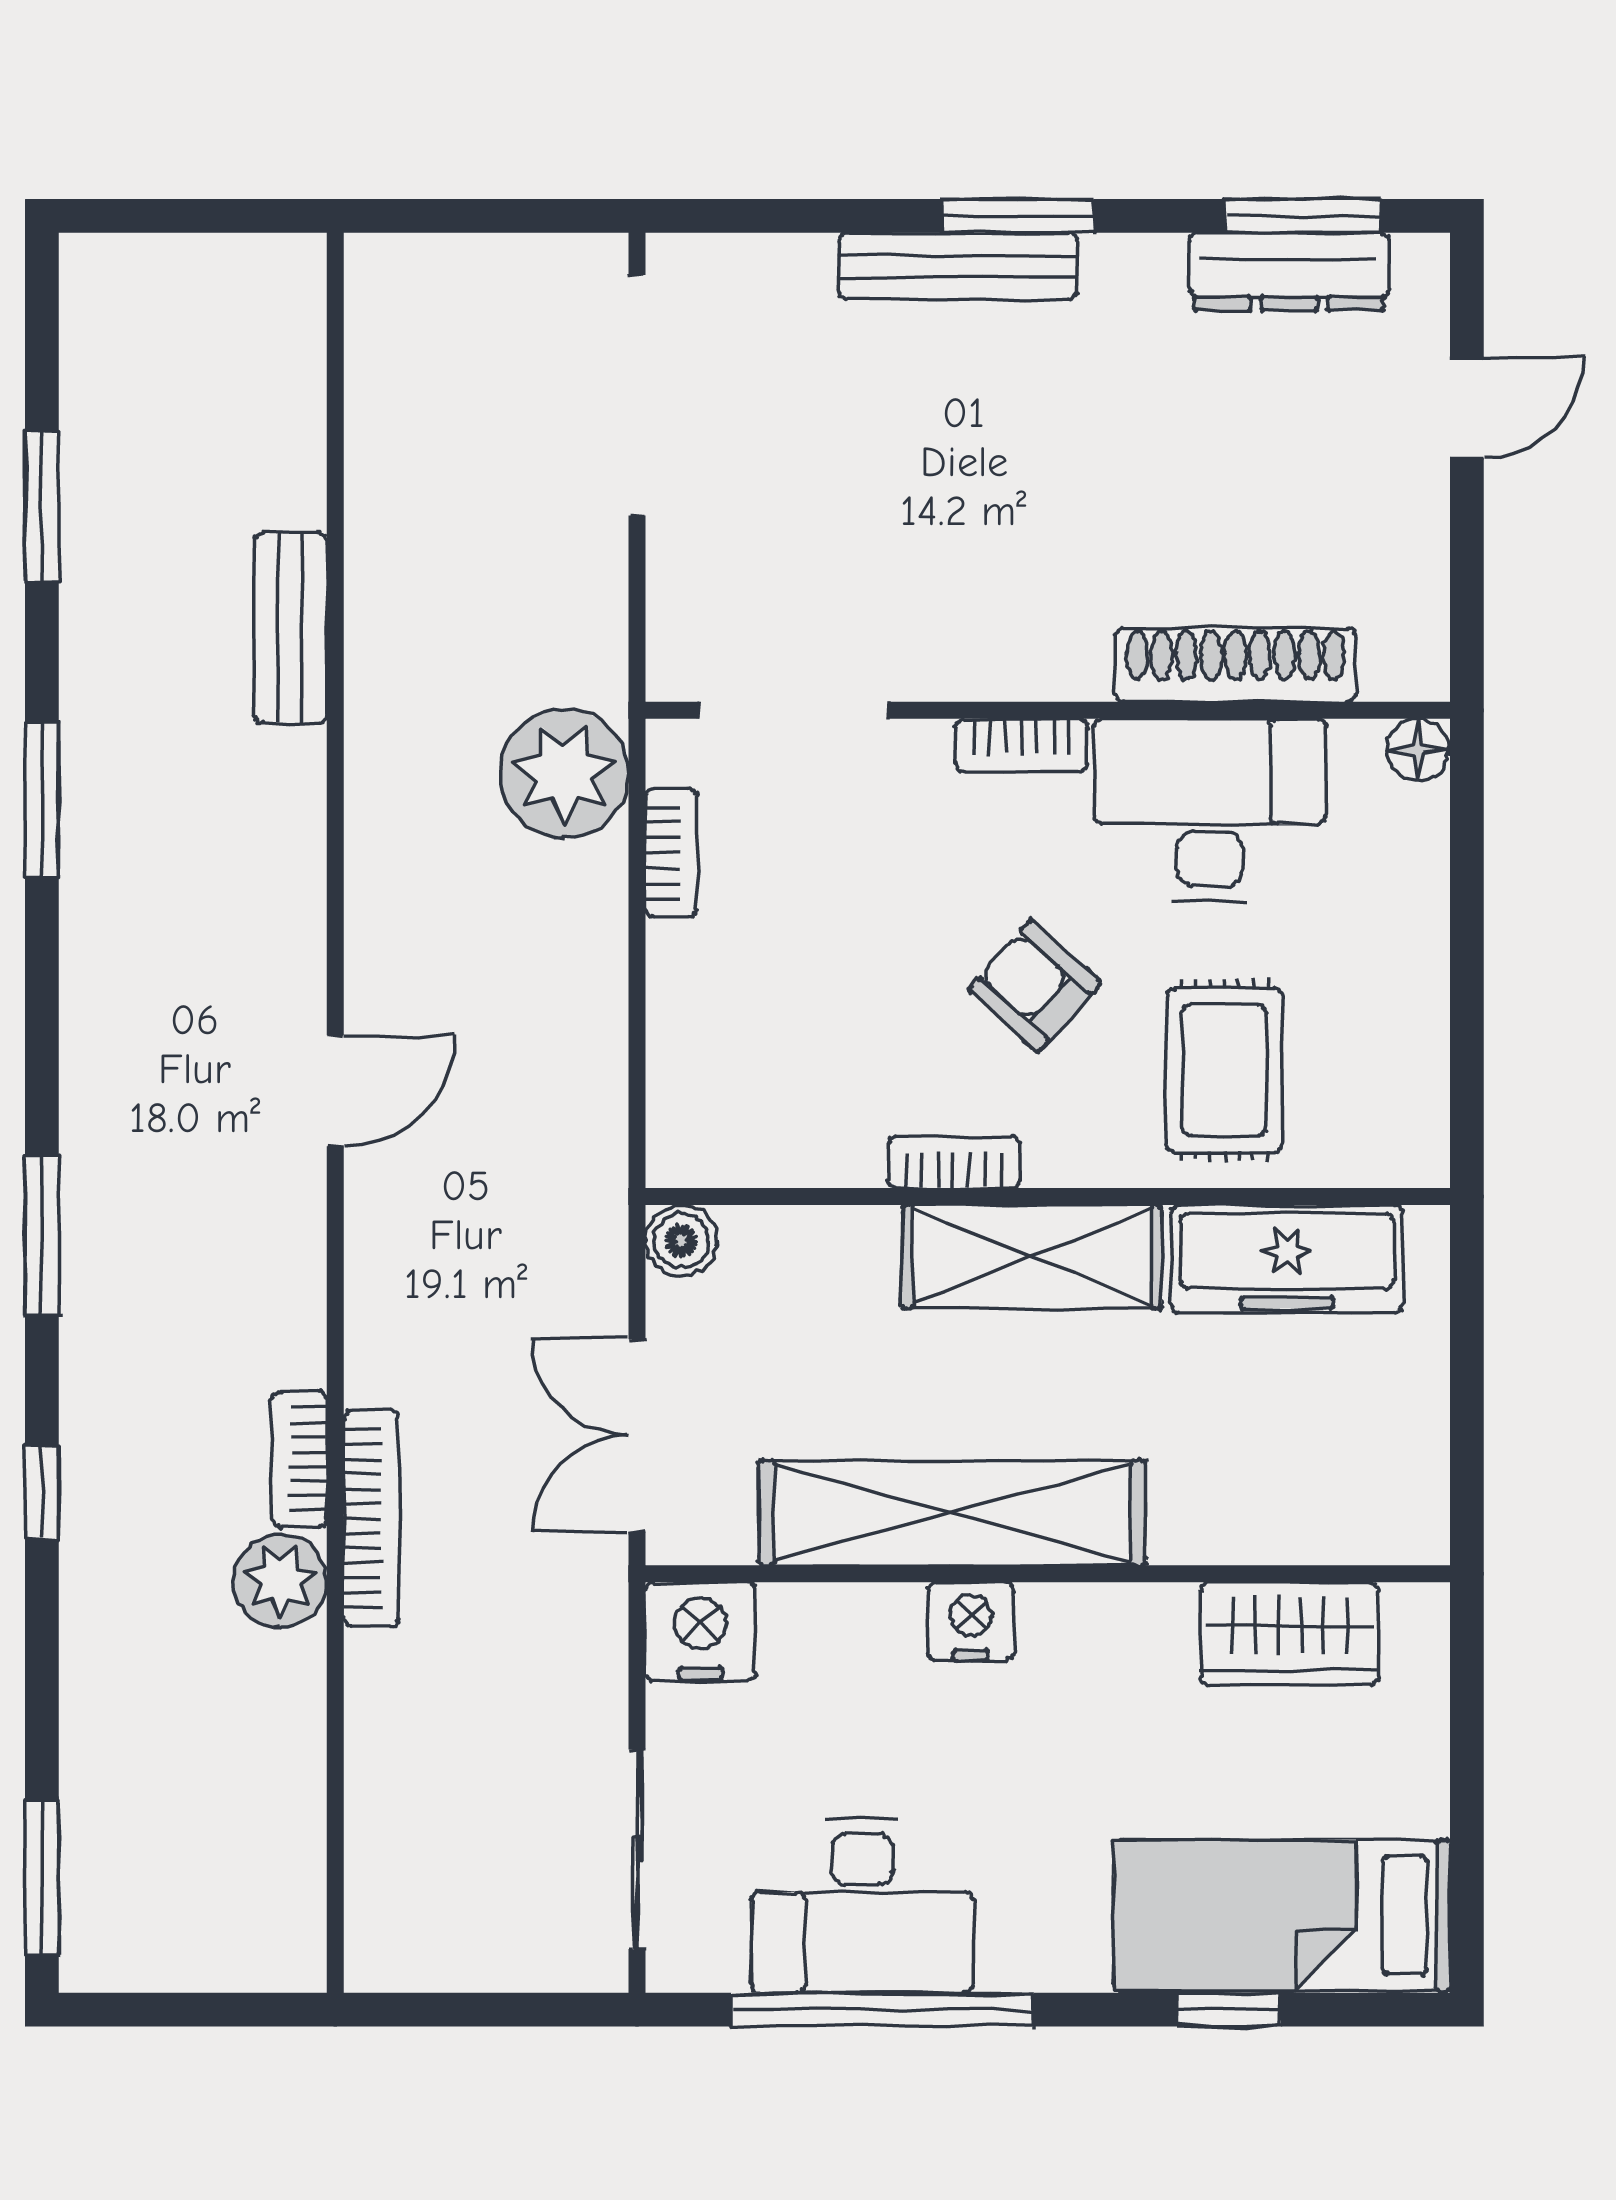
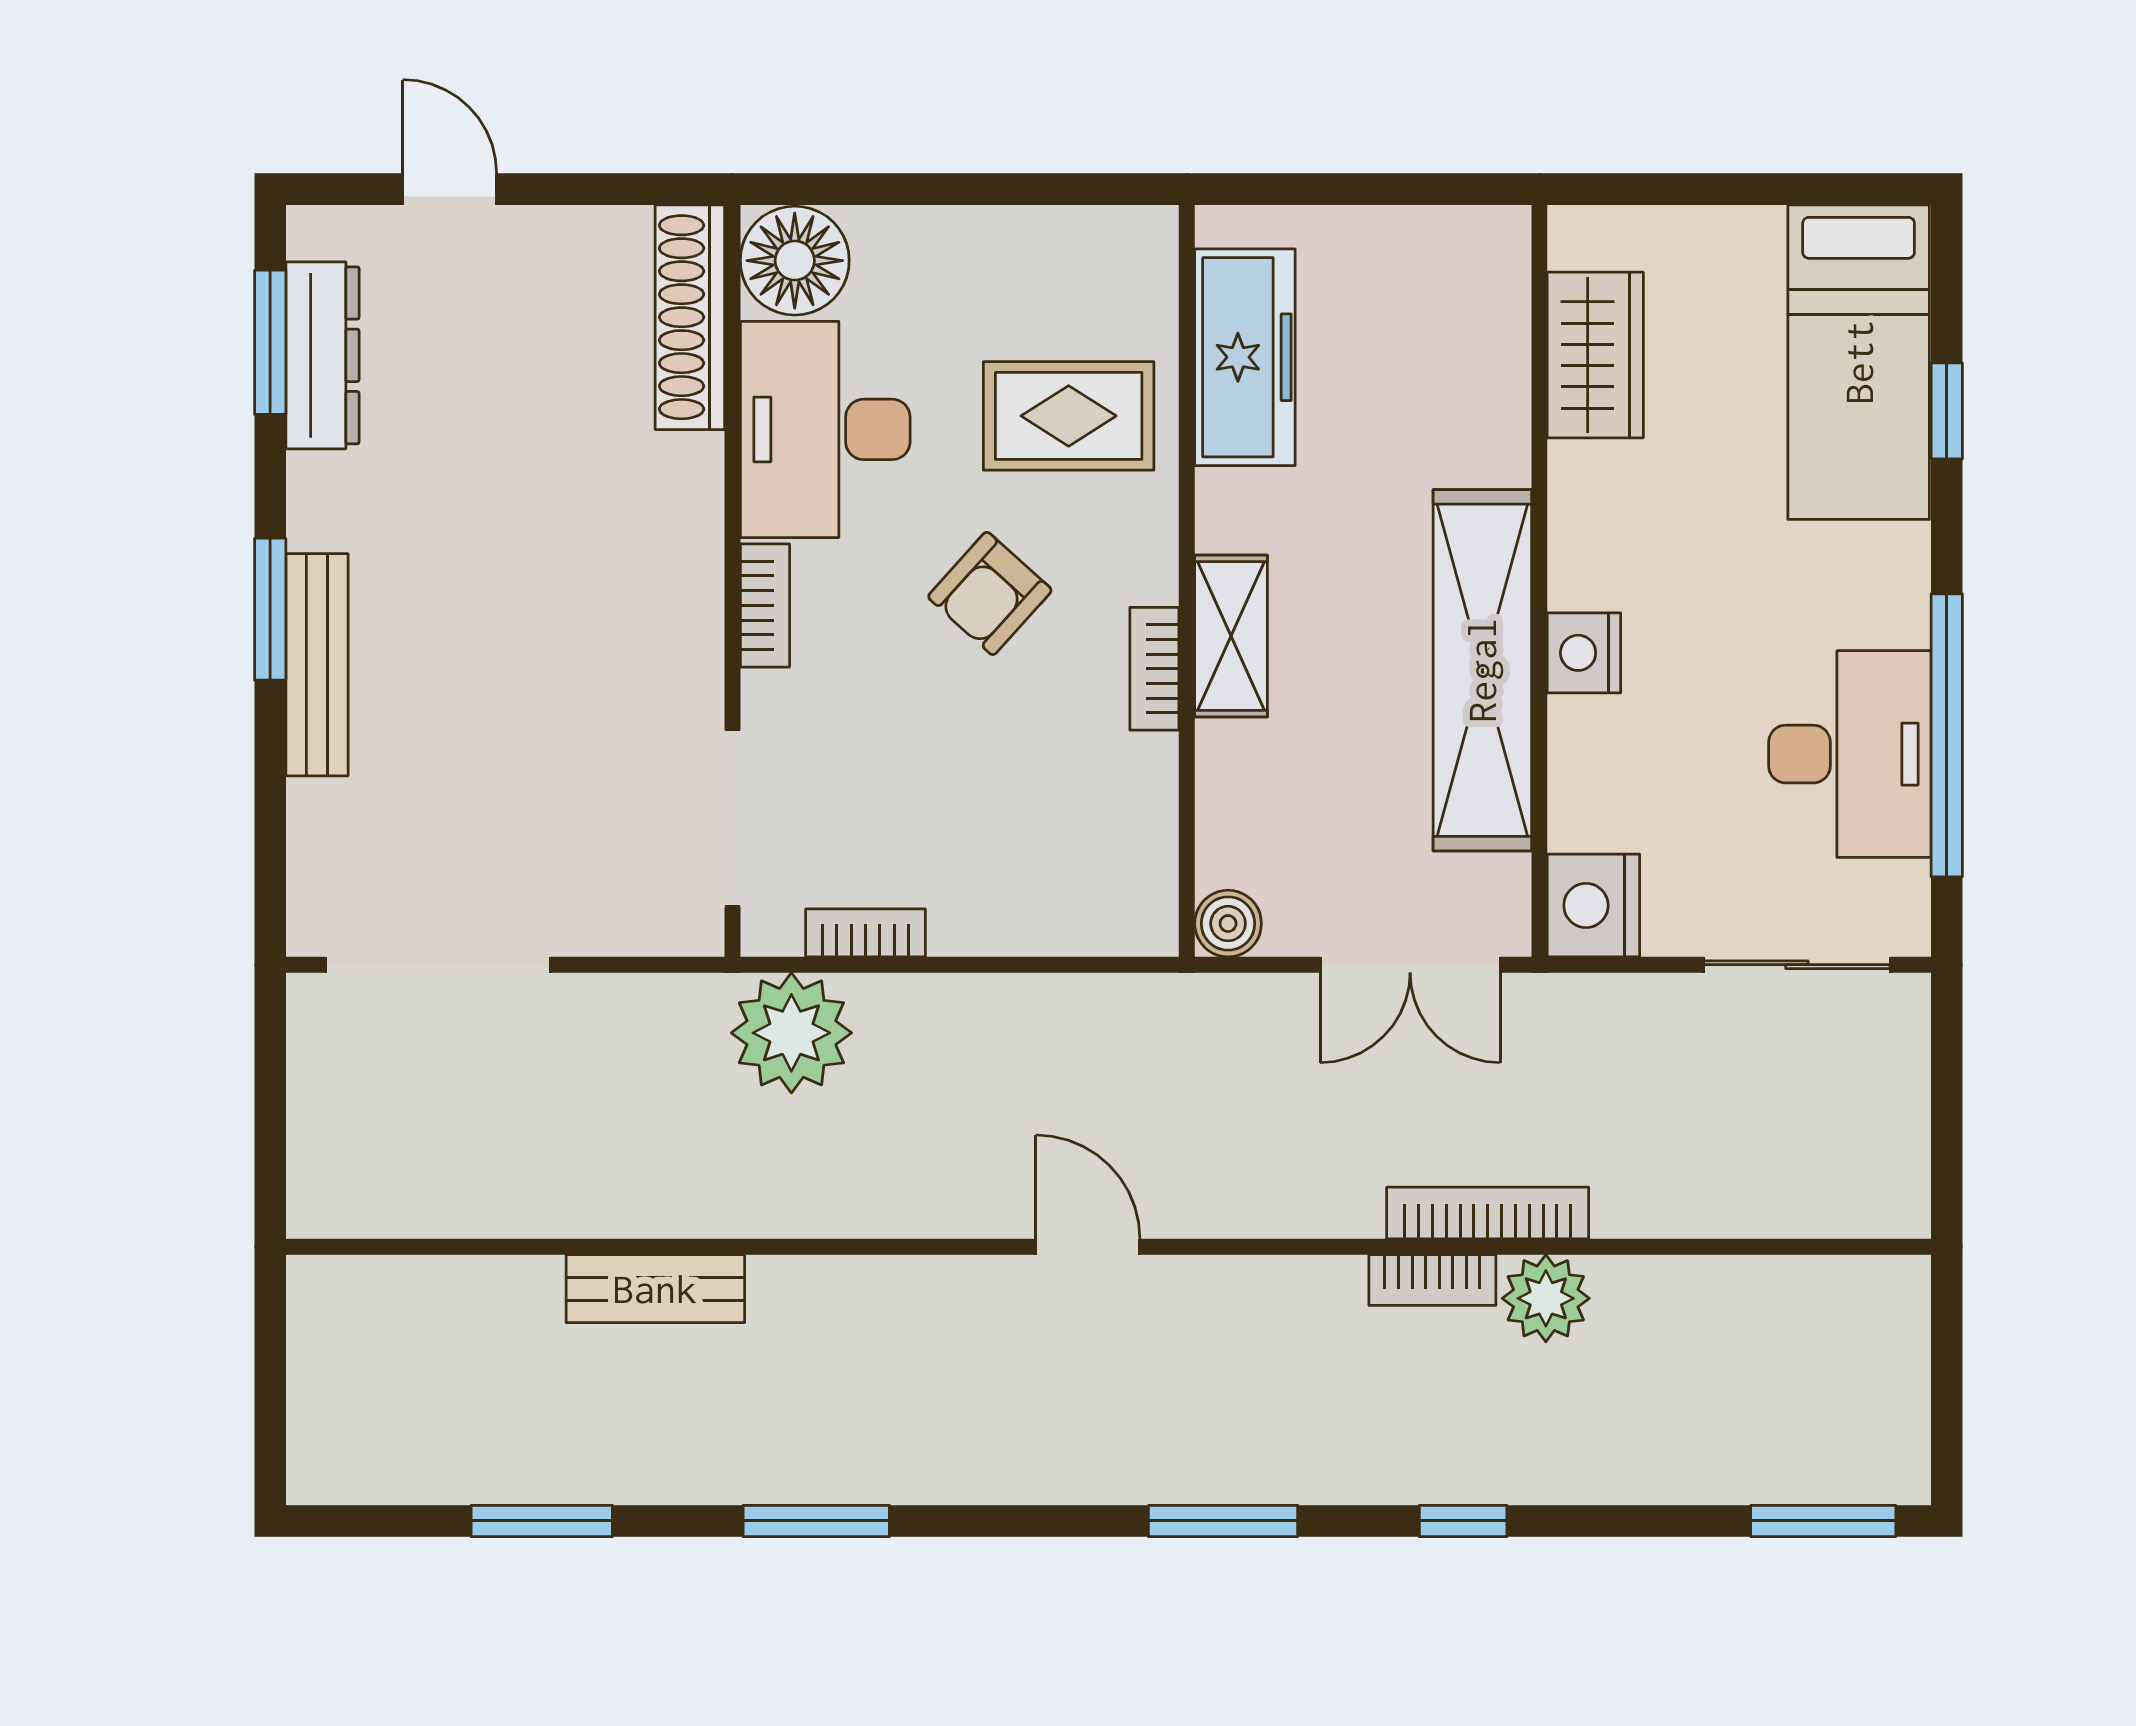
shoe rack: (1235, 665) -> (690, 317), moved
floor lamp: (1418, 750) -> (795, 261), width x1.89, depth x1.89
shelving: (1032, 1257) -> (1231, 636), width x0.67, depth x0.75

